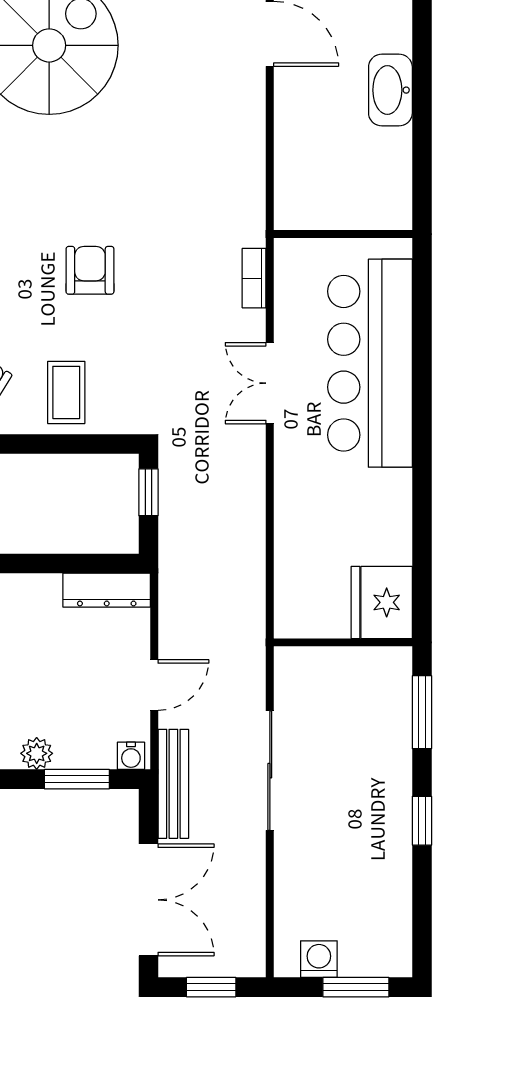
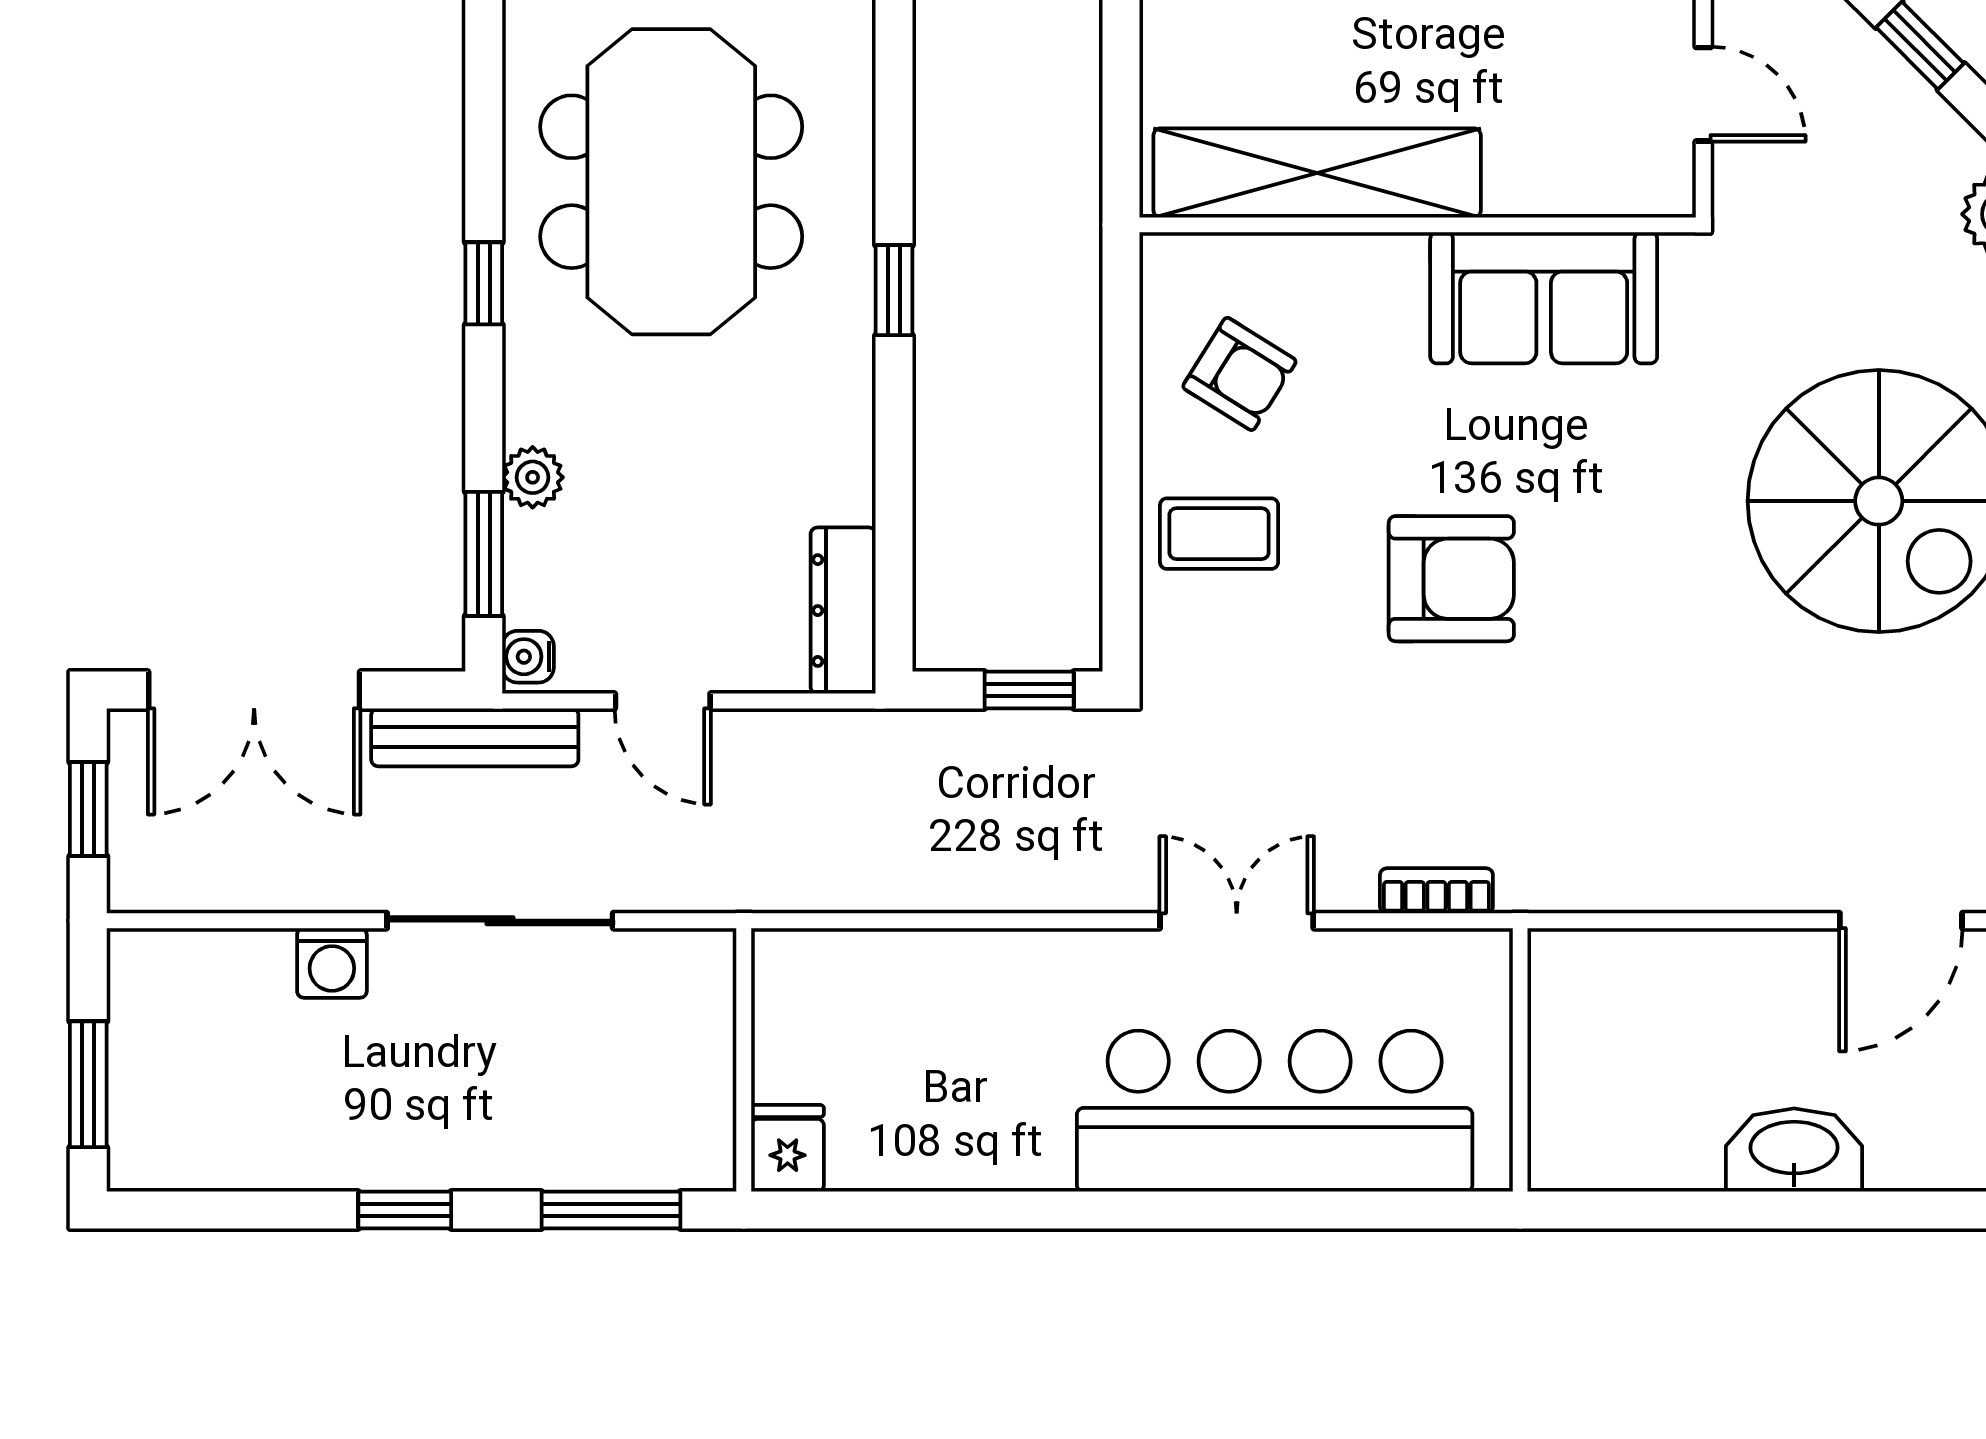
armchair: (90, 270) -> (1451, 579), width x1.38, depth x1.38
fridge: (382, 602) -> (788, 1148), width x0.53, depth x0.75
washing machine: (319, 959) -> (332, 963), moved, turned 90

